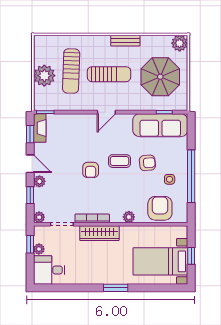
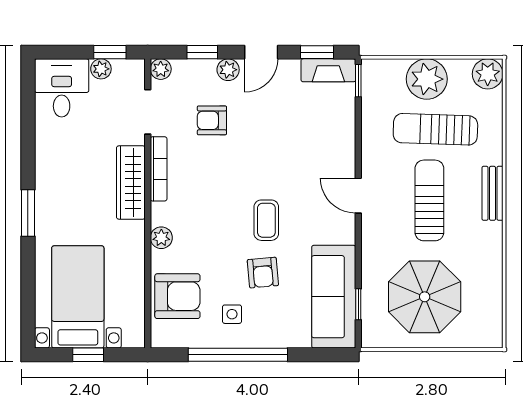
bench: (125, 41) -> (492, 193), moved
plant: (180, 43) -> (488, 74), moved
sun lounger: (109, 74) -> (429, 200), turned 180
armchair: (91, 170) -> (212, 120), moved

